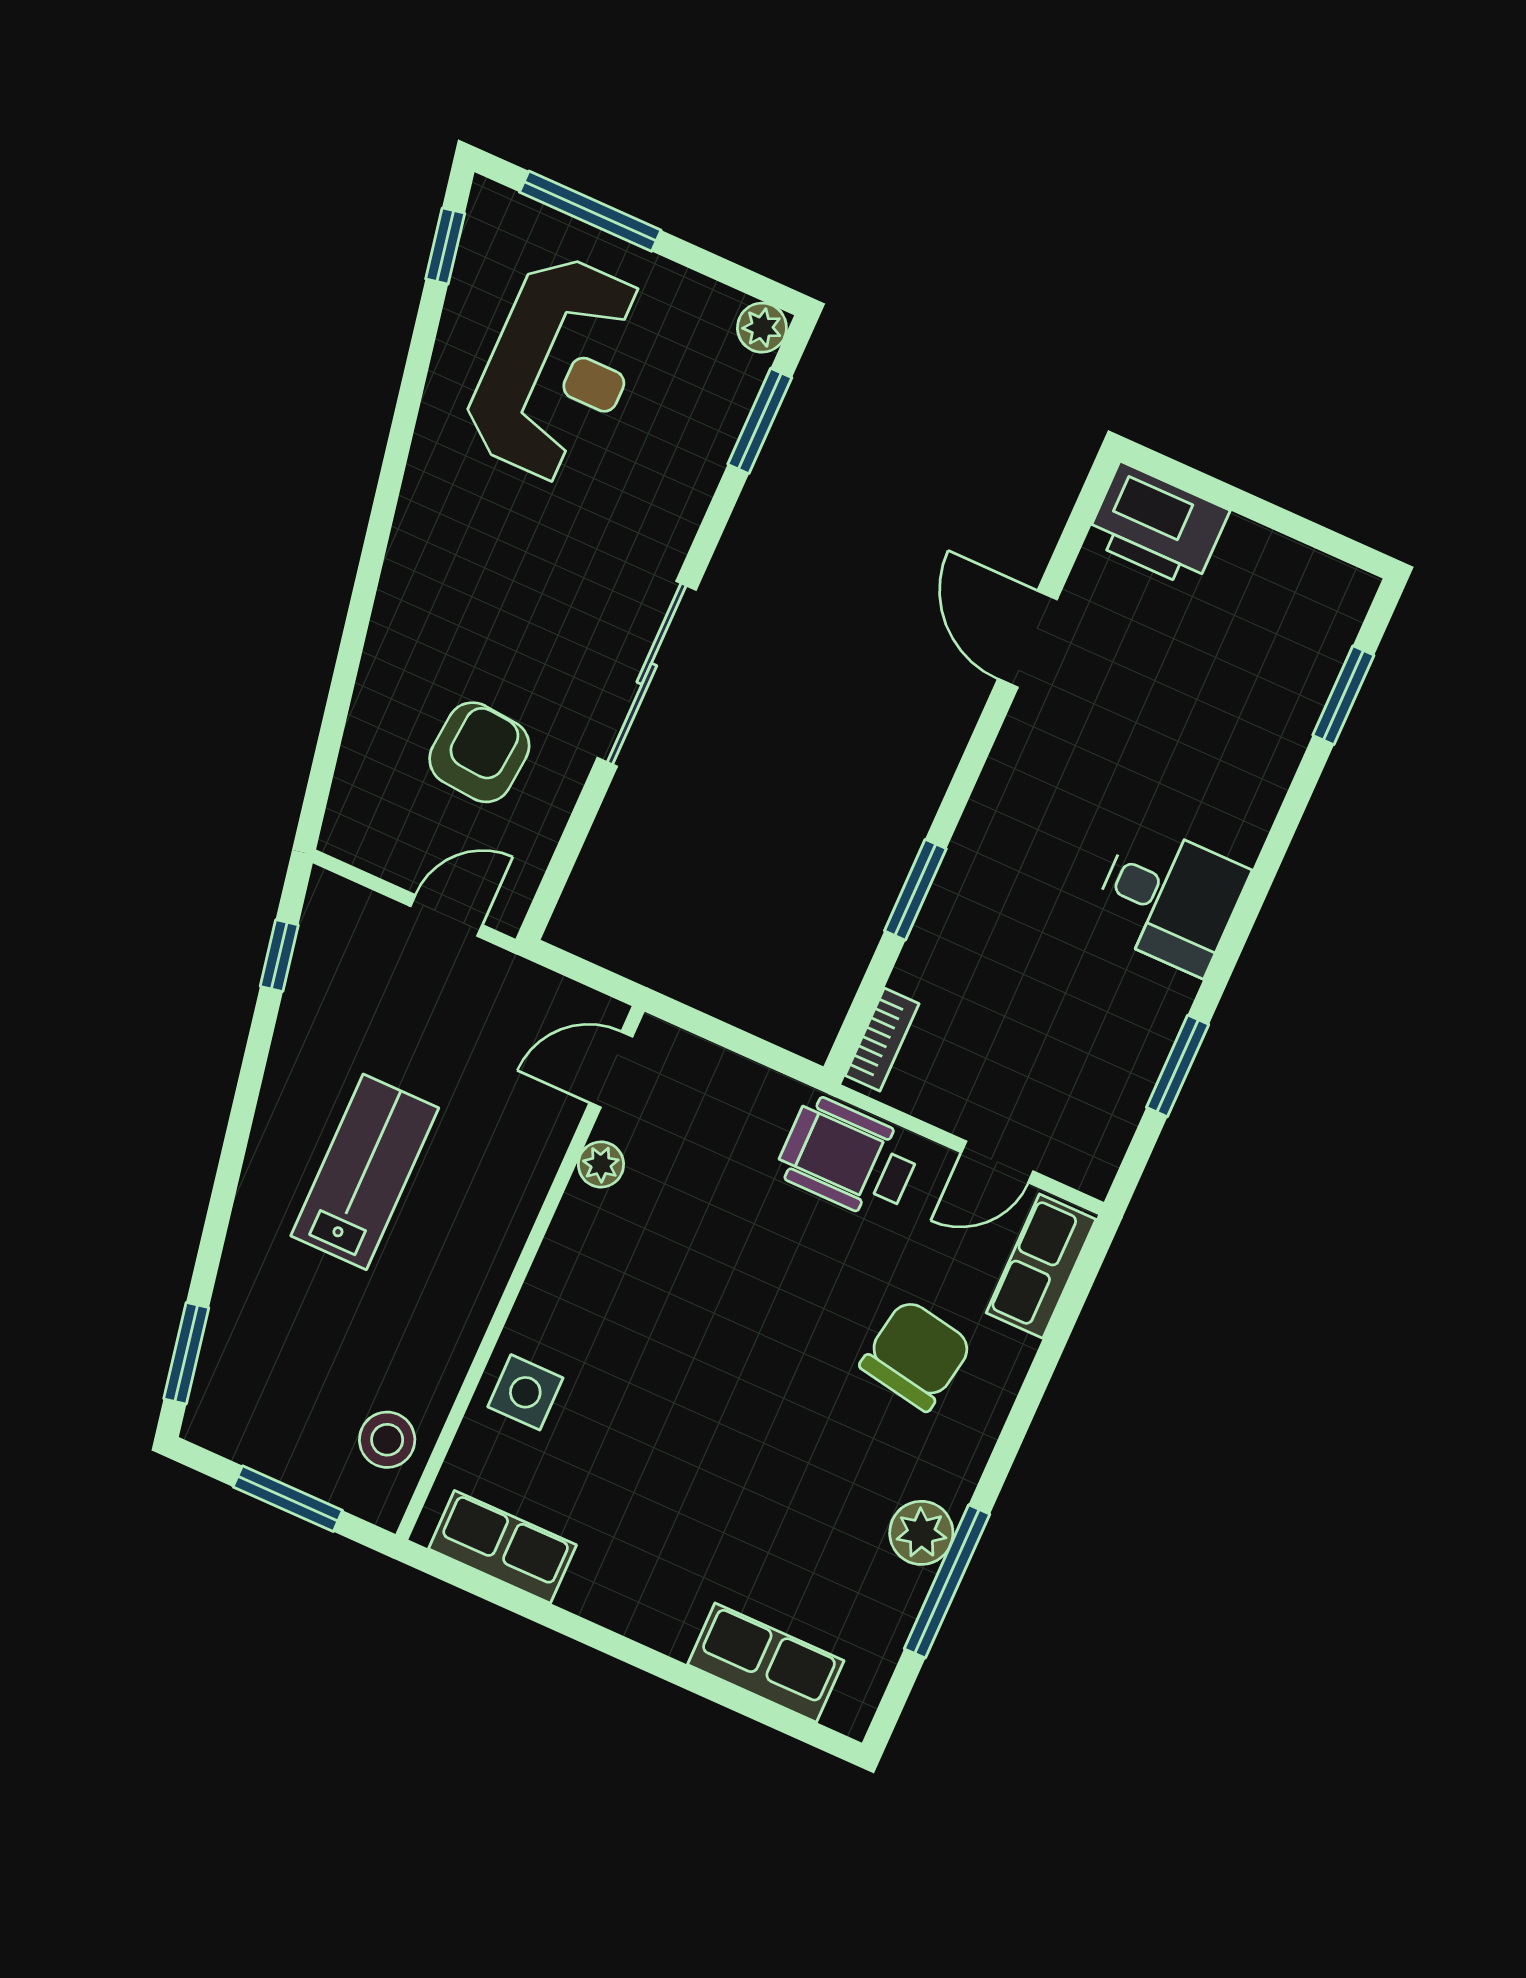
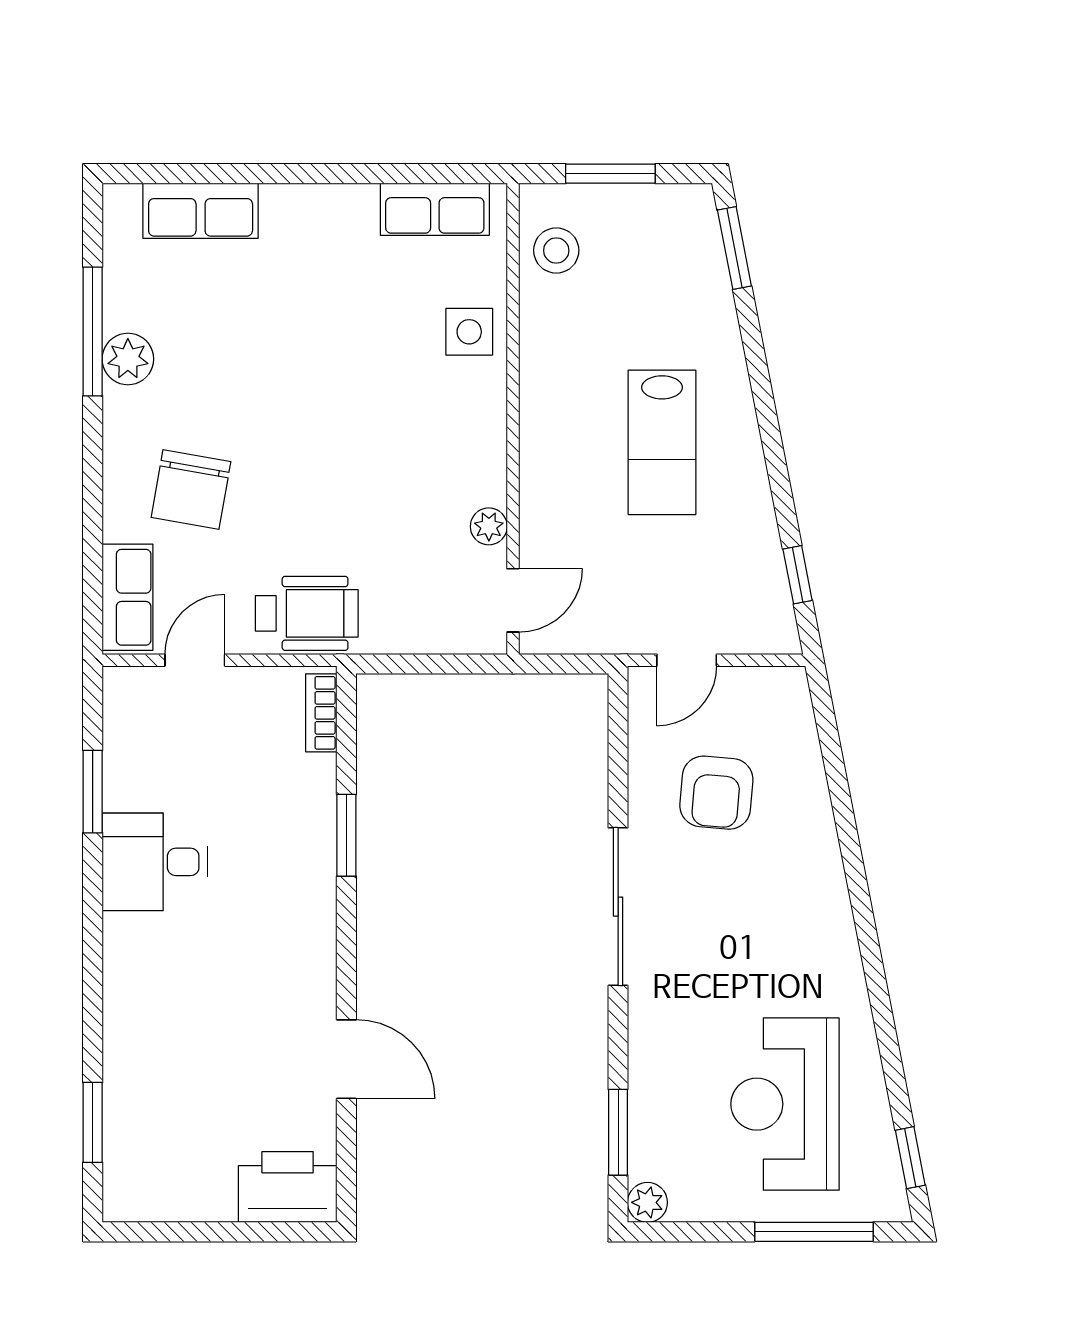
desk: (1169, 898) -> (155, 862), moved

